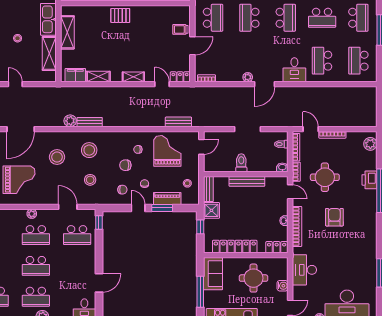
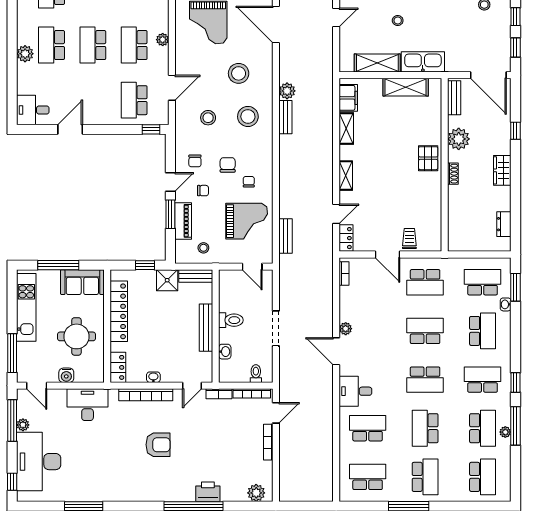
school desk: (358, 18) -> (425, 477), turned -90
washbasin: (282, 167) -> (225, 352), moved
round table: (325, 177) -> (212, 432), removed
door: (99, 283) -> (70, 129), swing flipped

